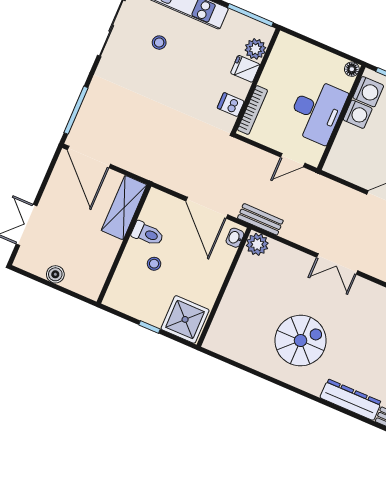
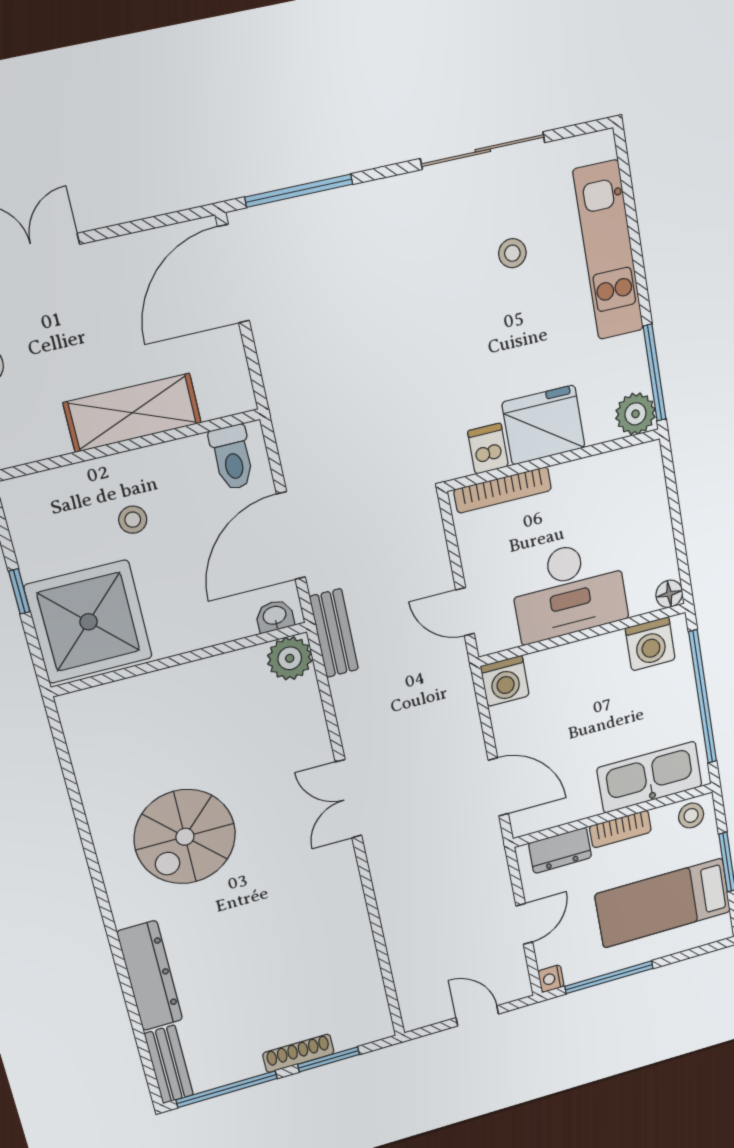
plant: (255, 49) -> (635, 414), moved
fridge: (245, 69) -> (543, 425), width x1.88, depth x1.34
washing machine: (358, 114) -> (505, 681), moved
shelving: (124, 208) -> (132, 413), moved
toilet: (147, 234) -> (232, 458), moved
shower: (185, 319) -> (89, 622), width x1.37, depth x1.37
spiral stairs: (301, 341) -> (185, 837), turned 90

